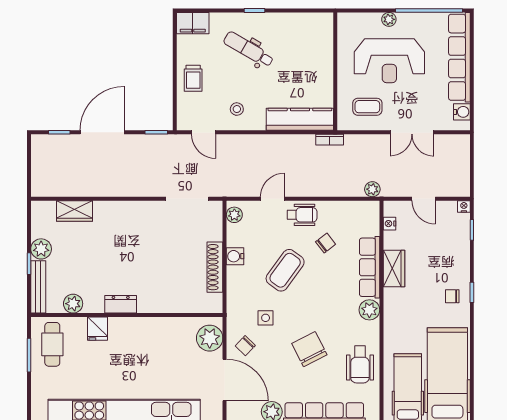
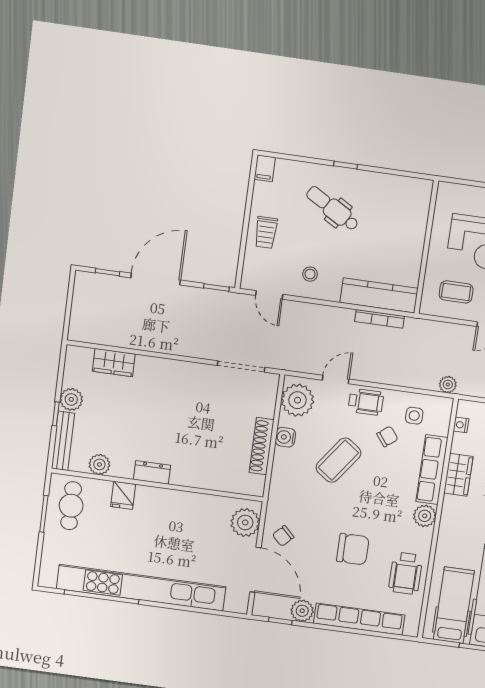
filing cabinet: (193, 23) -> (265, 168), width x0.50
bookcase: (330, 140) -> (380, 319), moved, width x1.56
plant: (234, 215) -> (297, 400), width x1.87, depth x1.87
side table: (266, 318) -> (414, 416), moved
chair: (309, 349) -> (353, 549), turned 117

